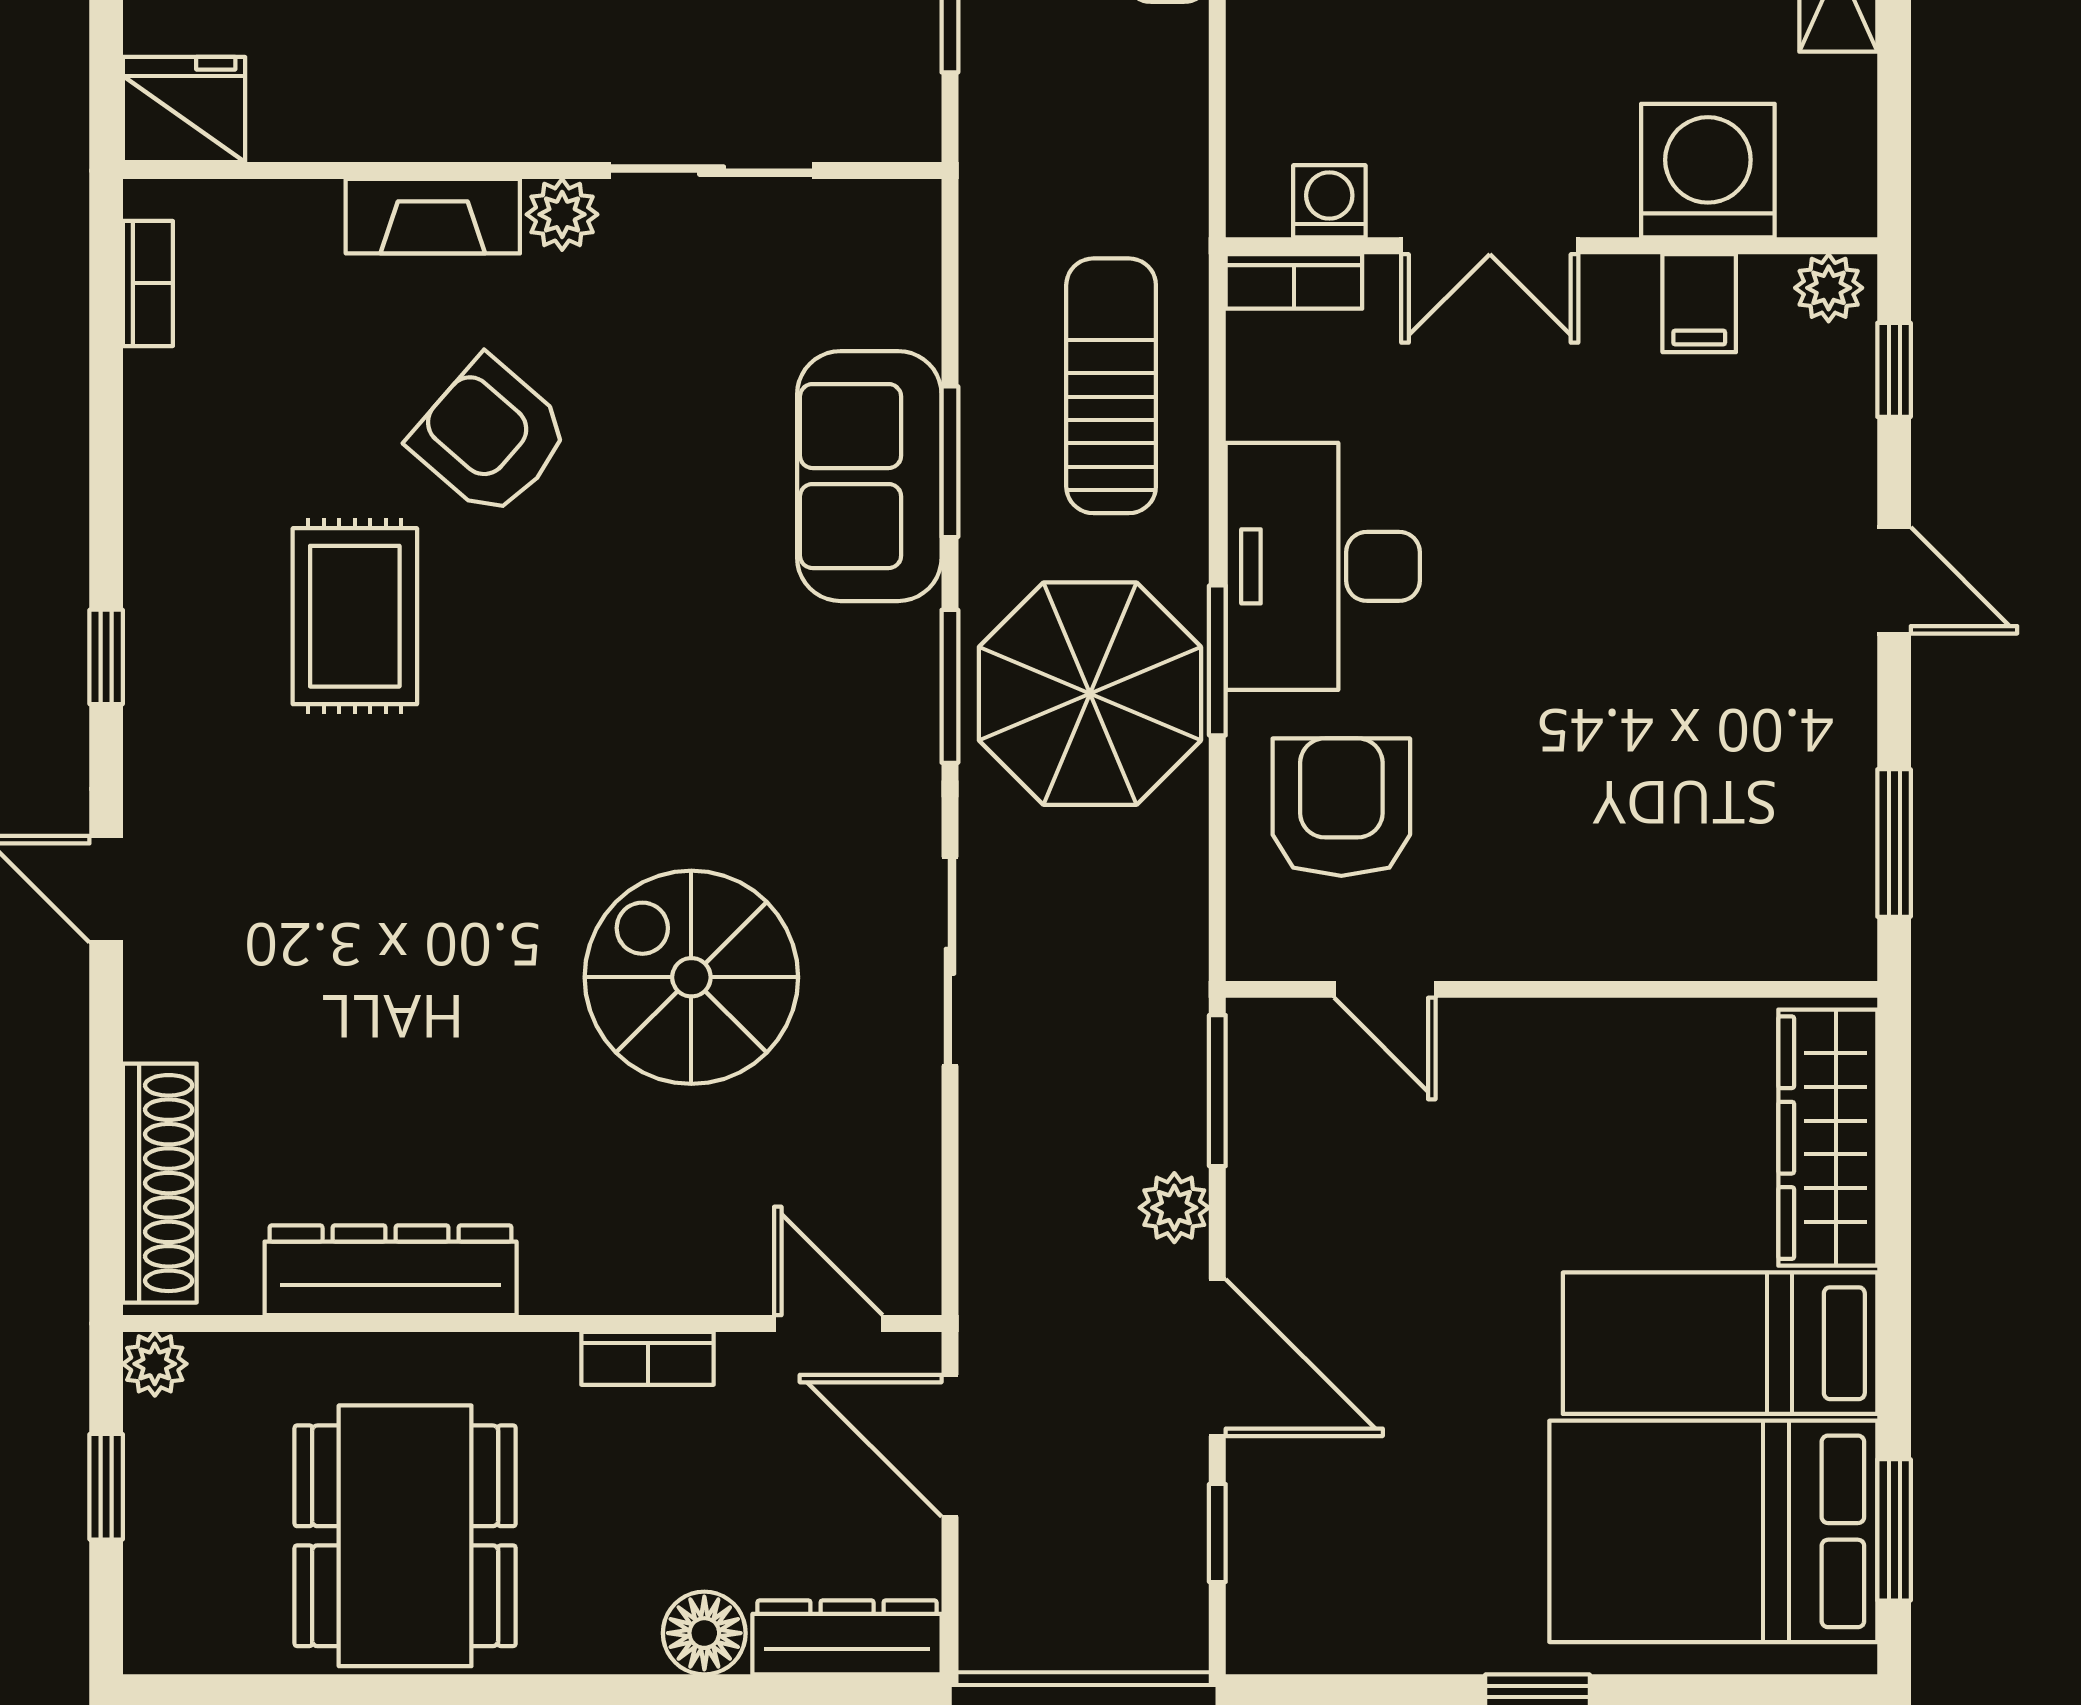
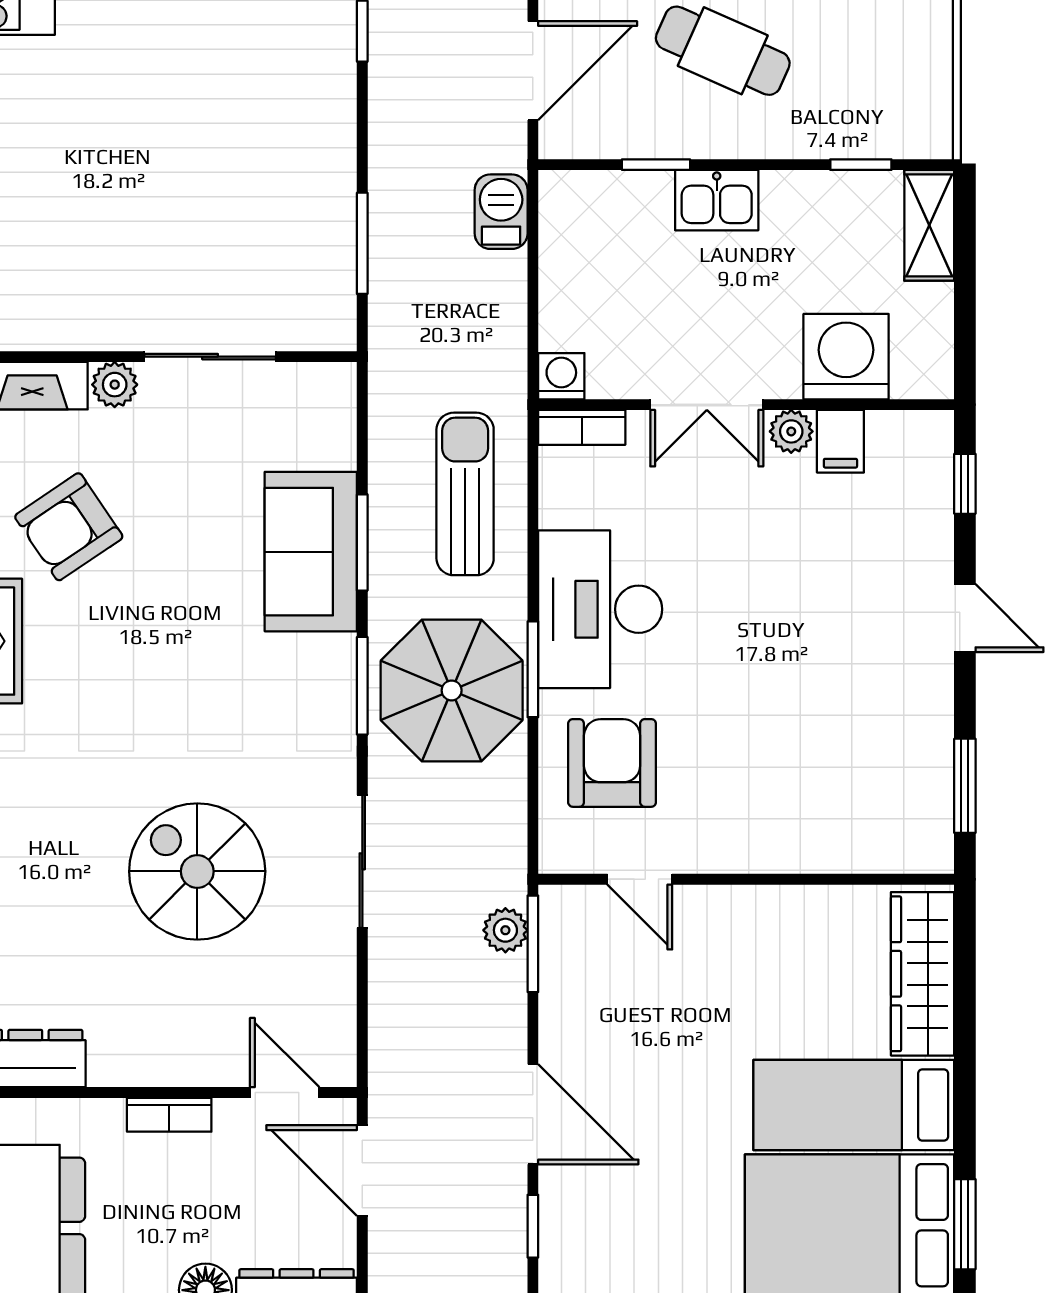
washing machine: (1329, 201) -> (561, 376), moved
plant: (1829, 288) -> (791, 431), moved
armchair: (490, 437) -> (69, 527), turned -75
plant: (1174, 1208) -> (505, 930), moved

